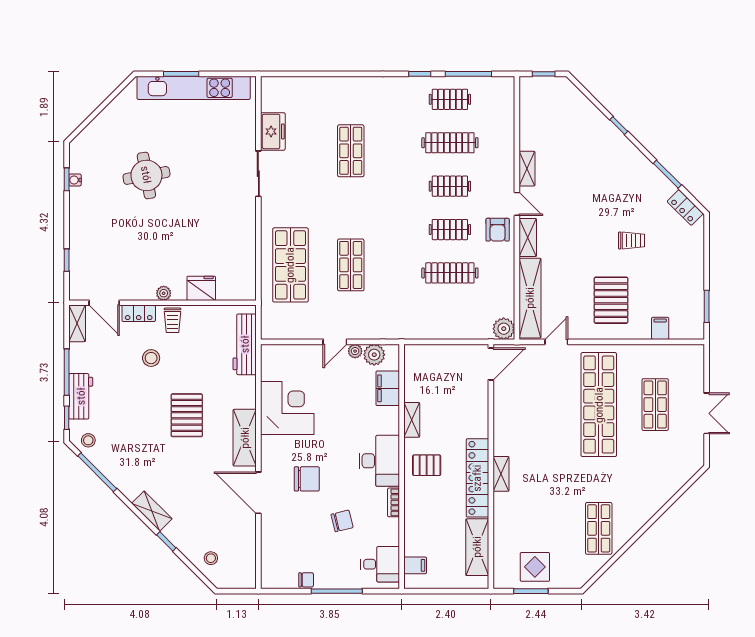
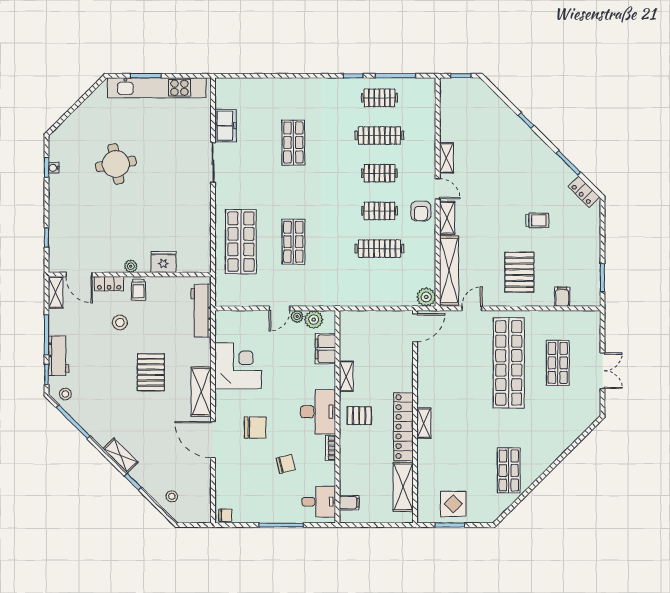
chair: (306, 580) -> (225, 515), moved

